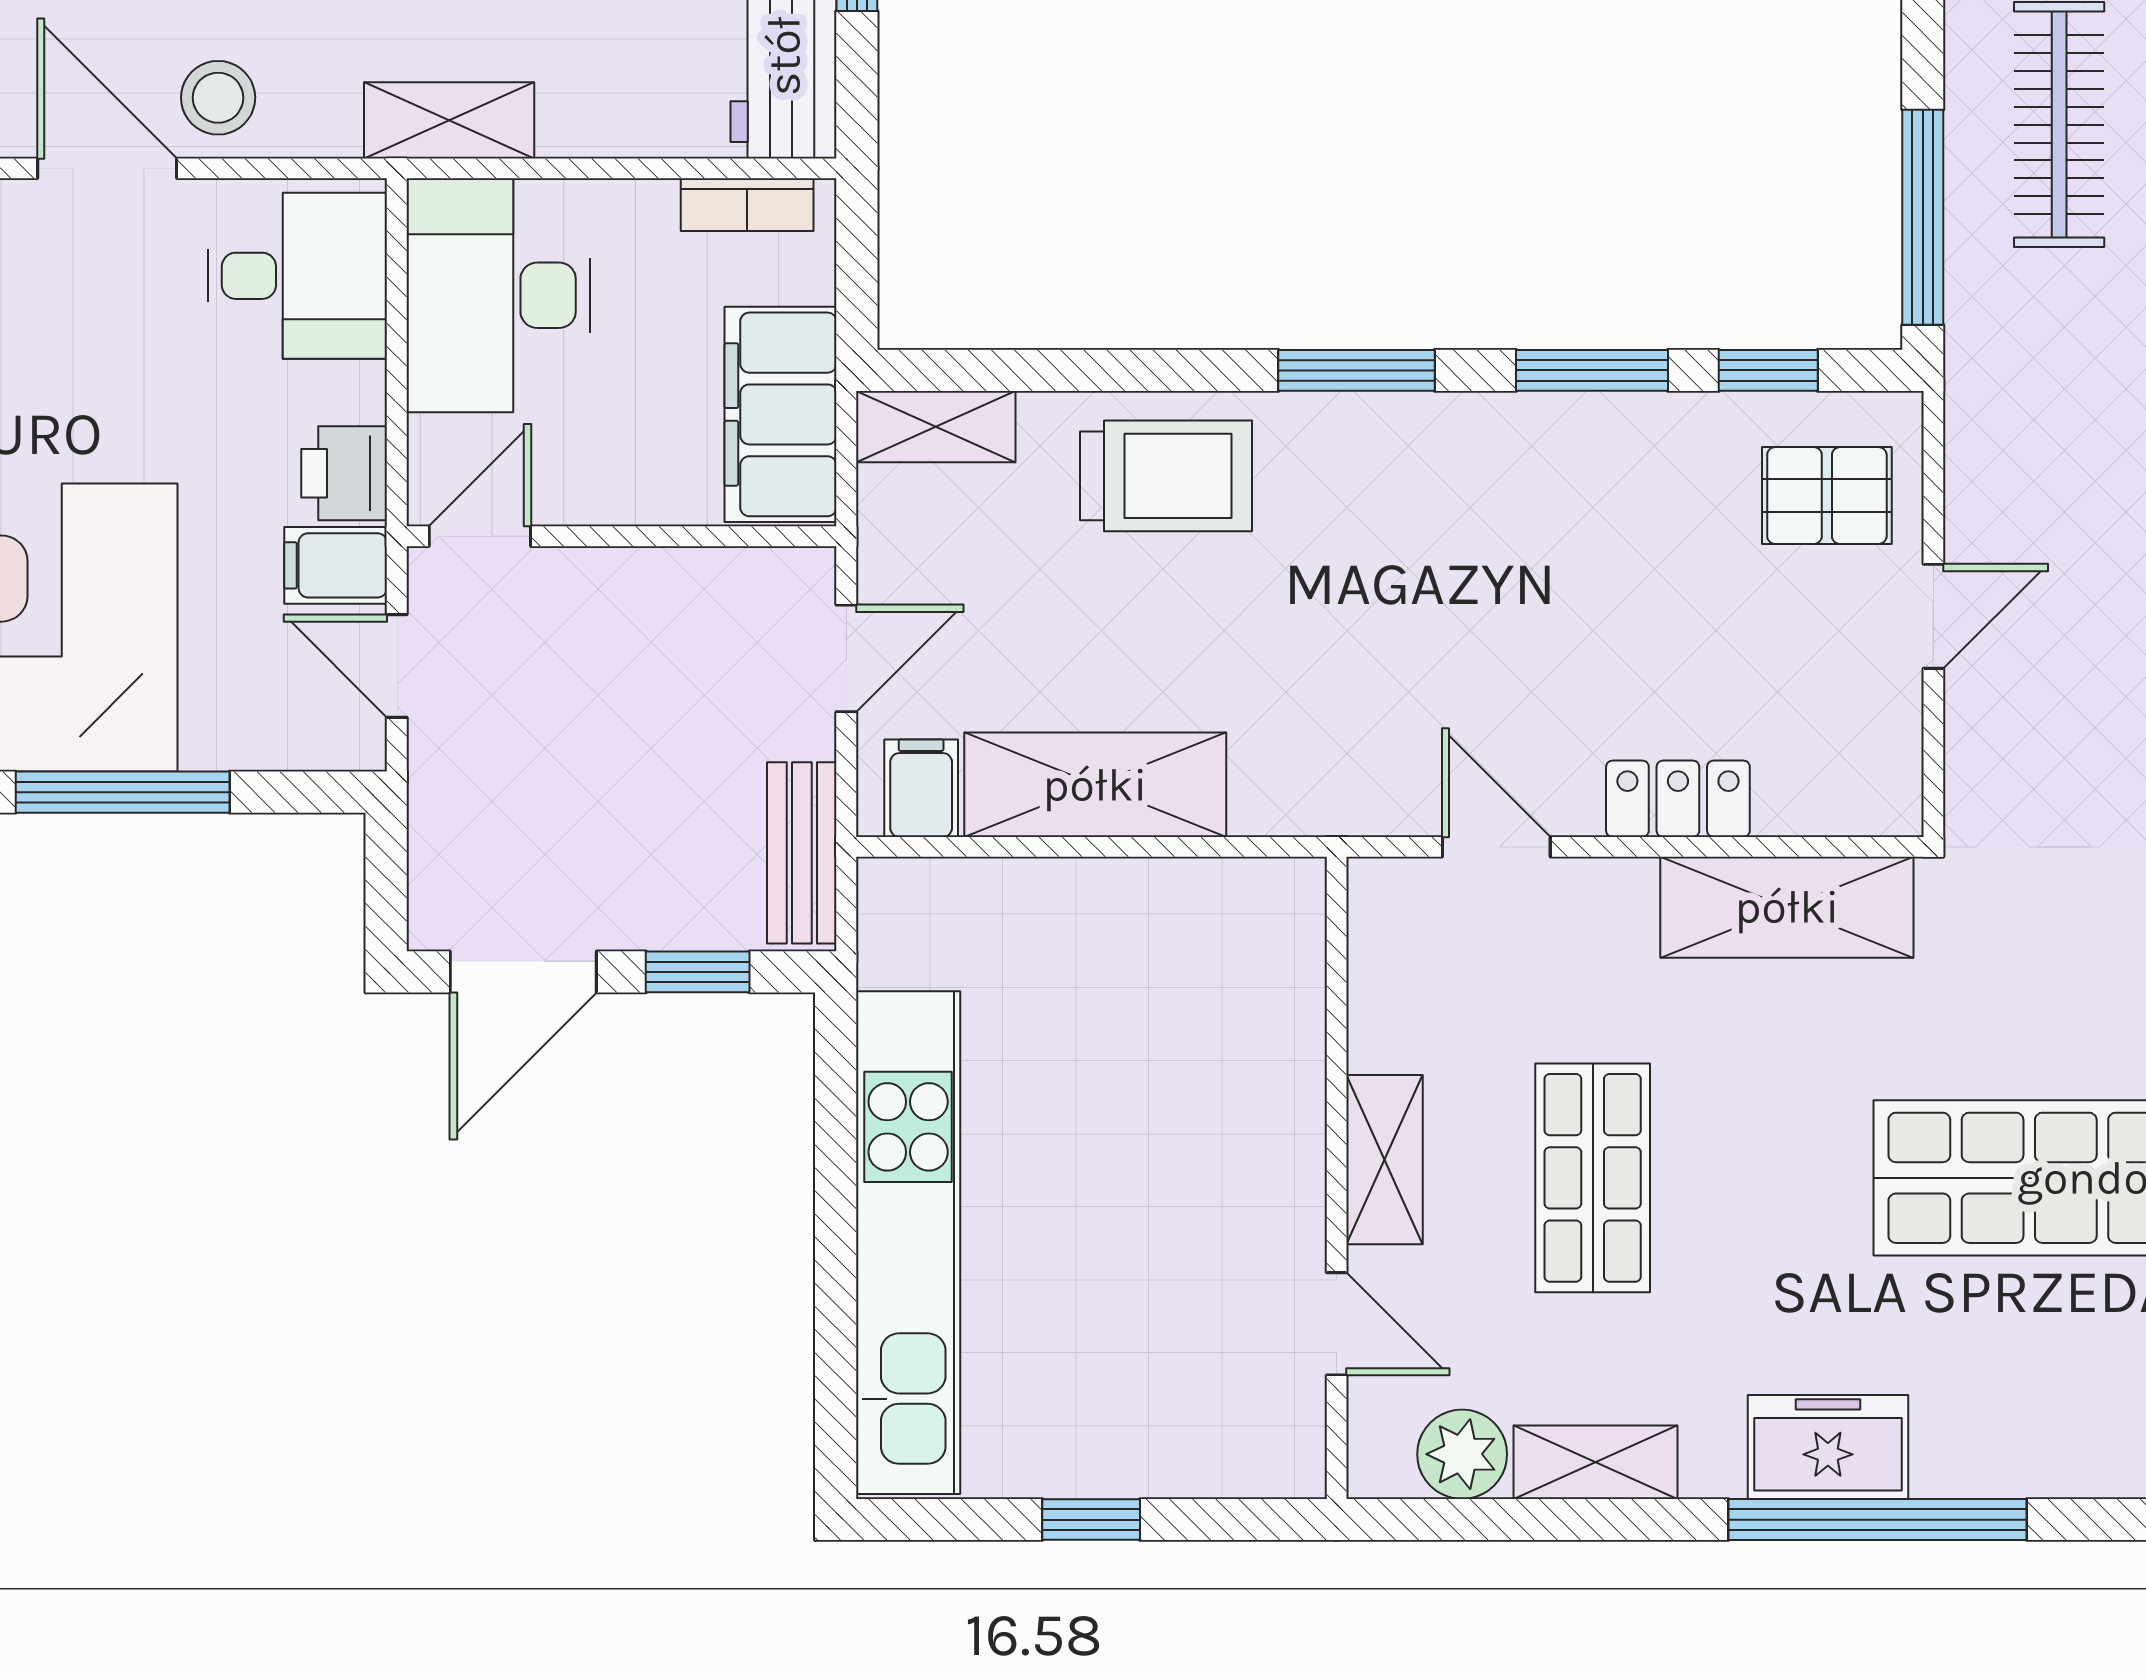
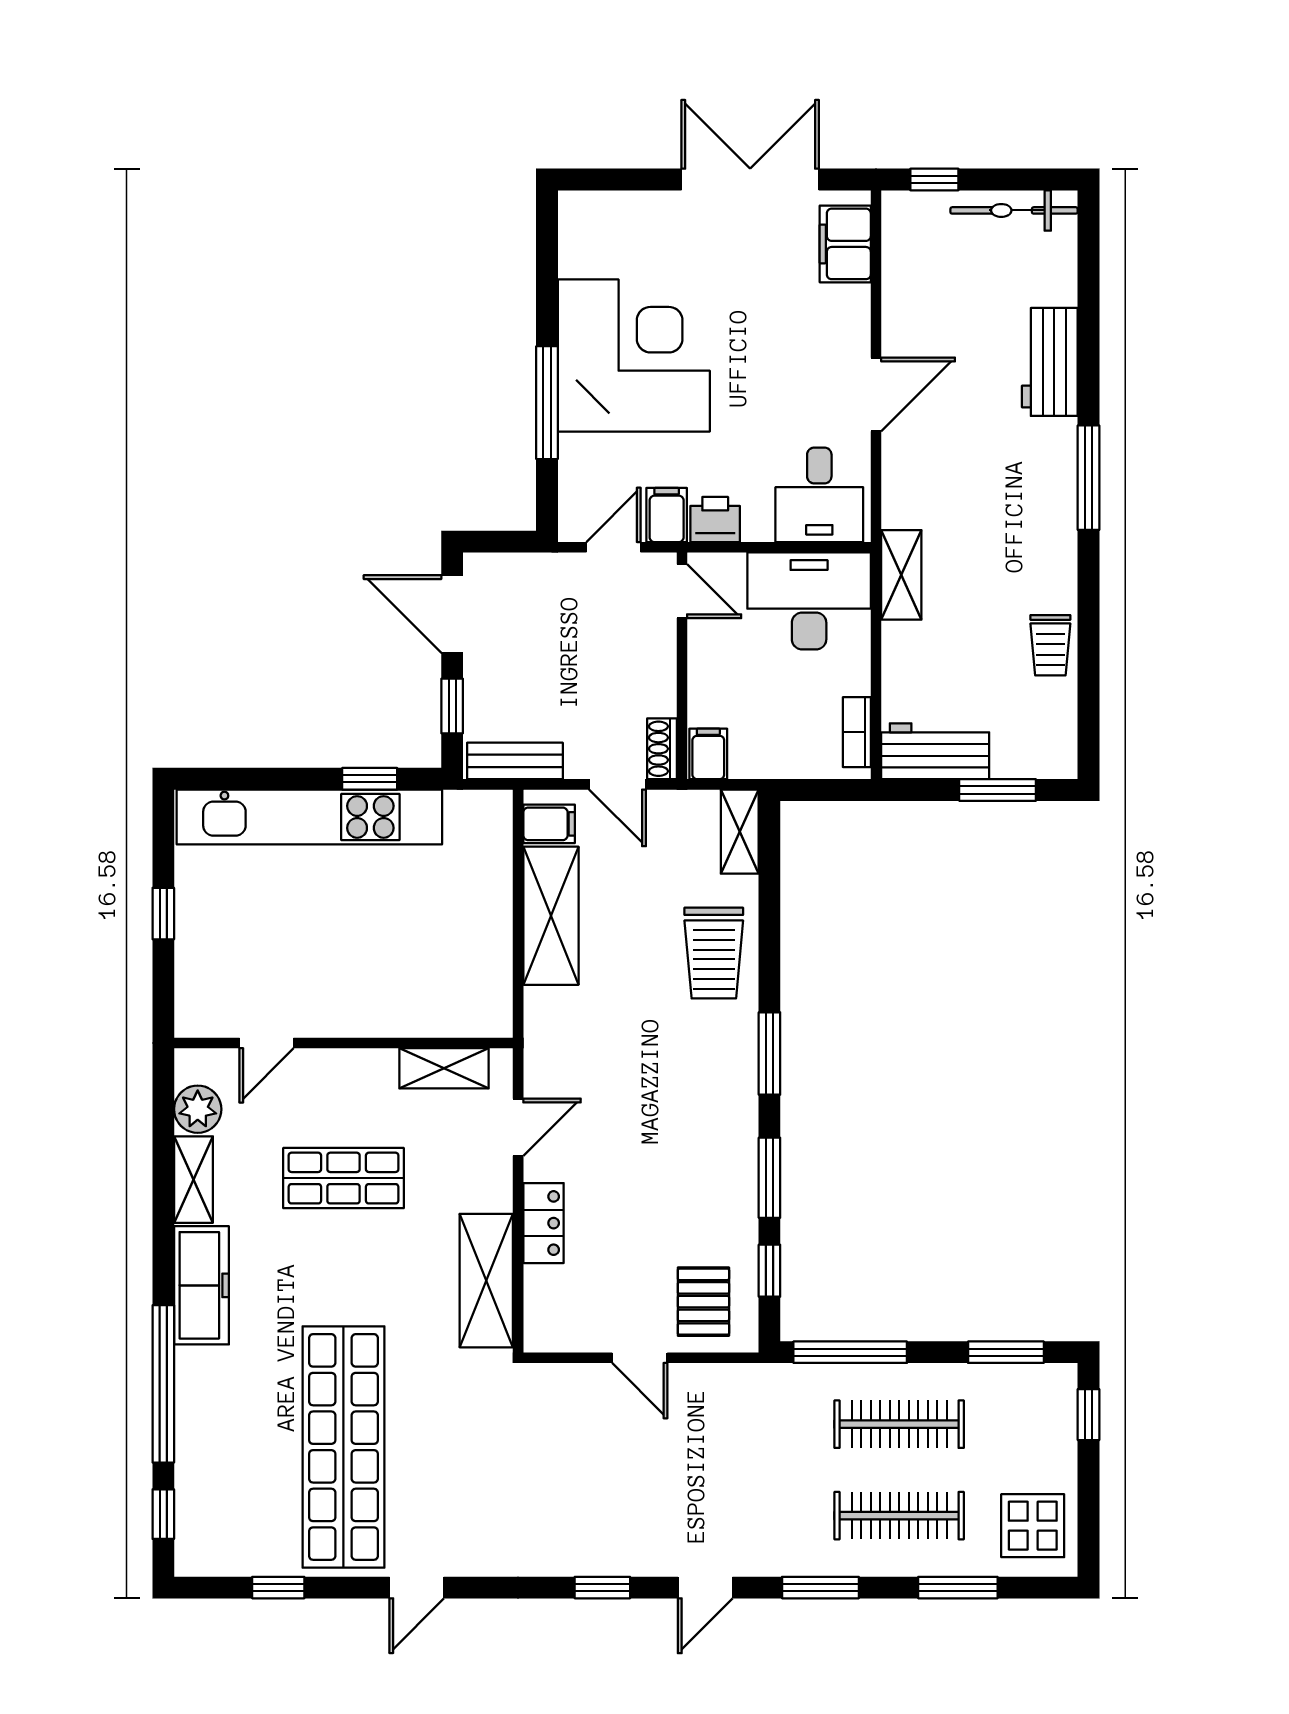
stool: (218, 98) -> (913, 453), removed
filing cabinet: (781, 414) -> (708, 754), width x0.33, depth x0.86
shoe rack: (779, 574) -> (662, 749), added
window: (836, 1128) -> (370, 779), added
shelving: (1385, 1160) -> (444, 1068), moved
freezer: (1828, 1447) -> (202, 1285), width x1.40
window: (1878, 1520) -> (163, 1384), moved

